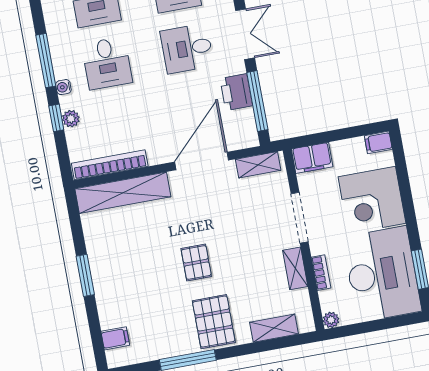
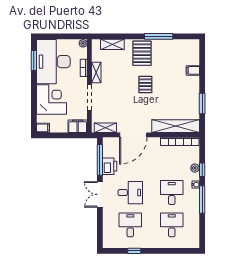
window: (85, 275) -> (202, 104), moved
filing cabinet: (115, 338) -> (193, 70), moved

